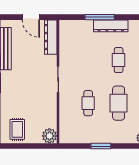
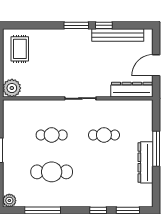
cafe table: (119, 60) -> (104, 135), moved
rug: (17, 129) -> (20, 49), turned 90

